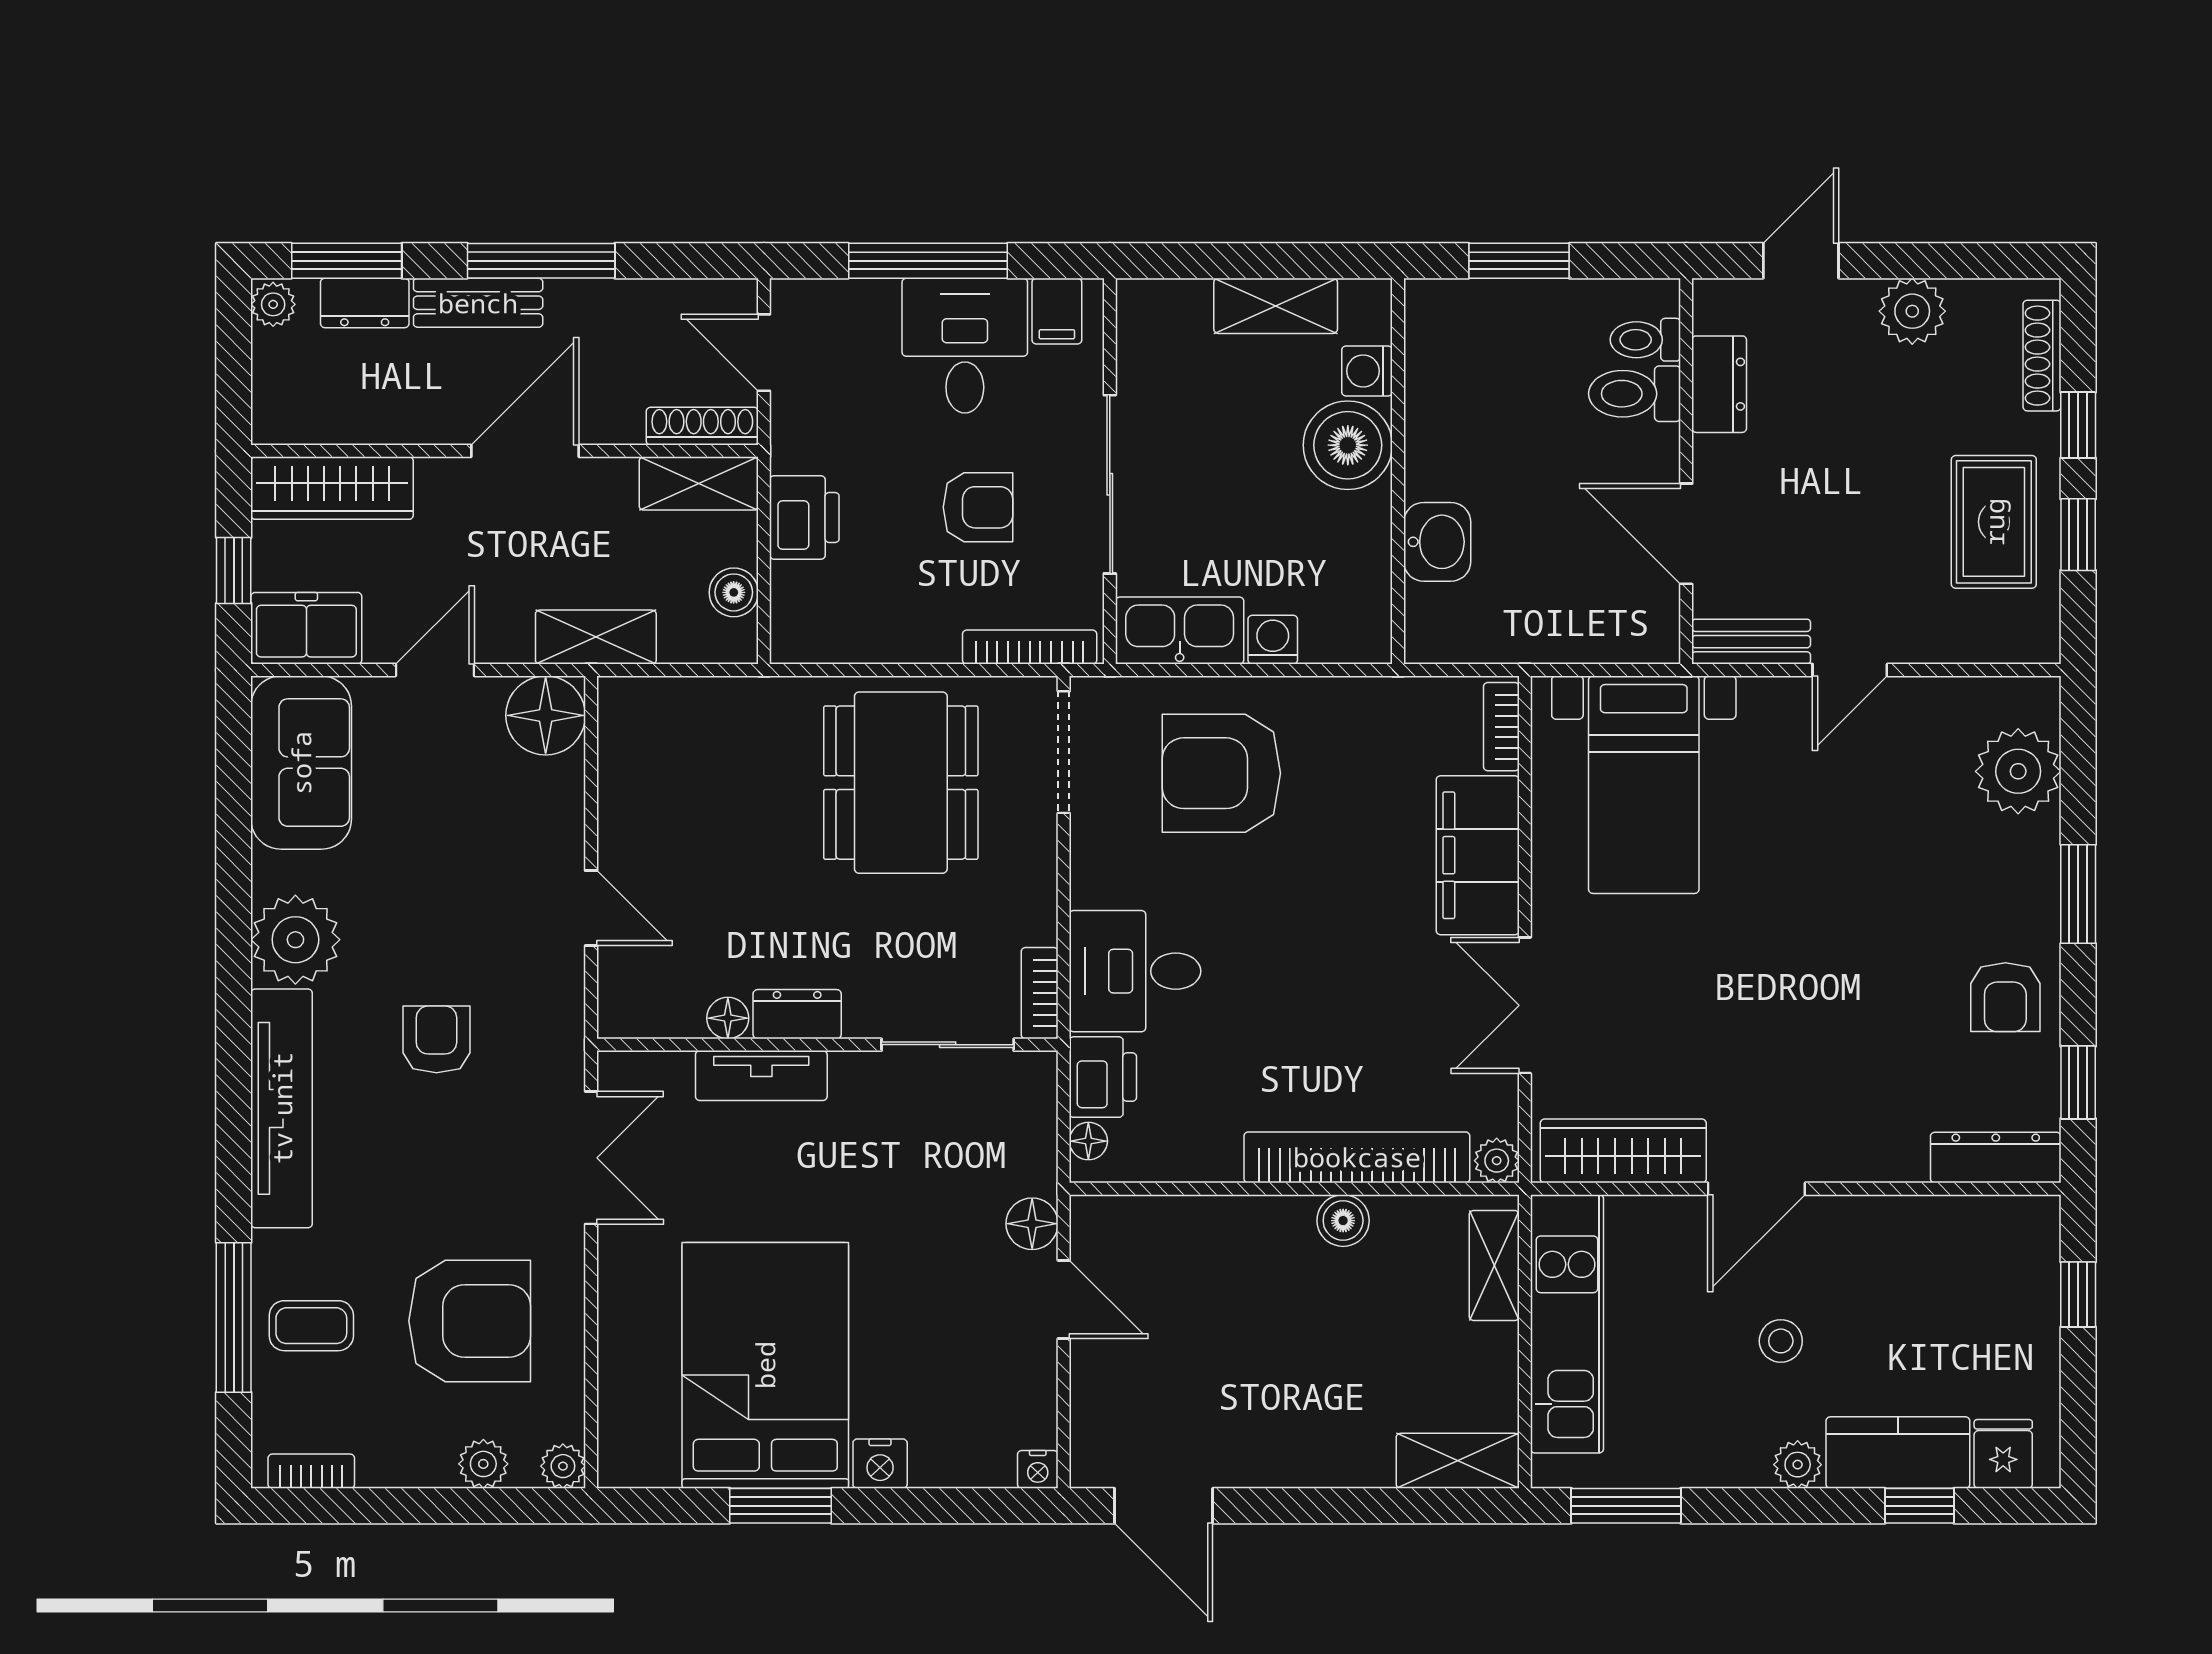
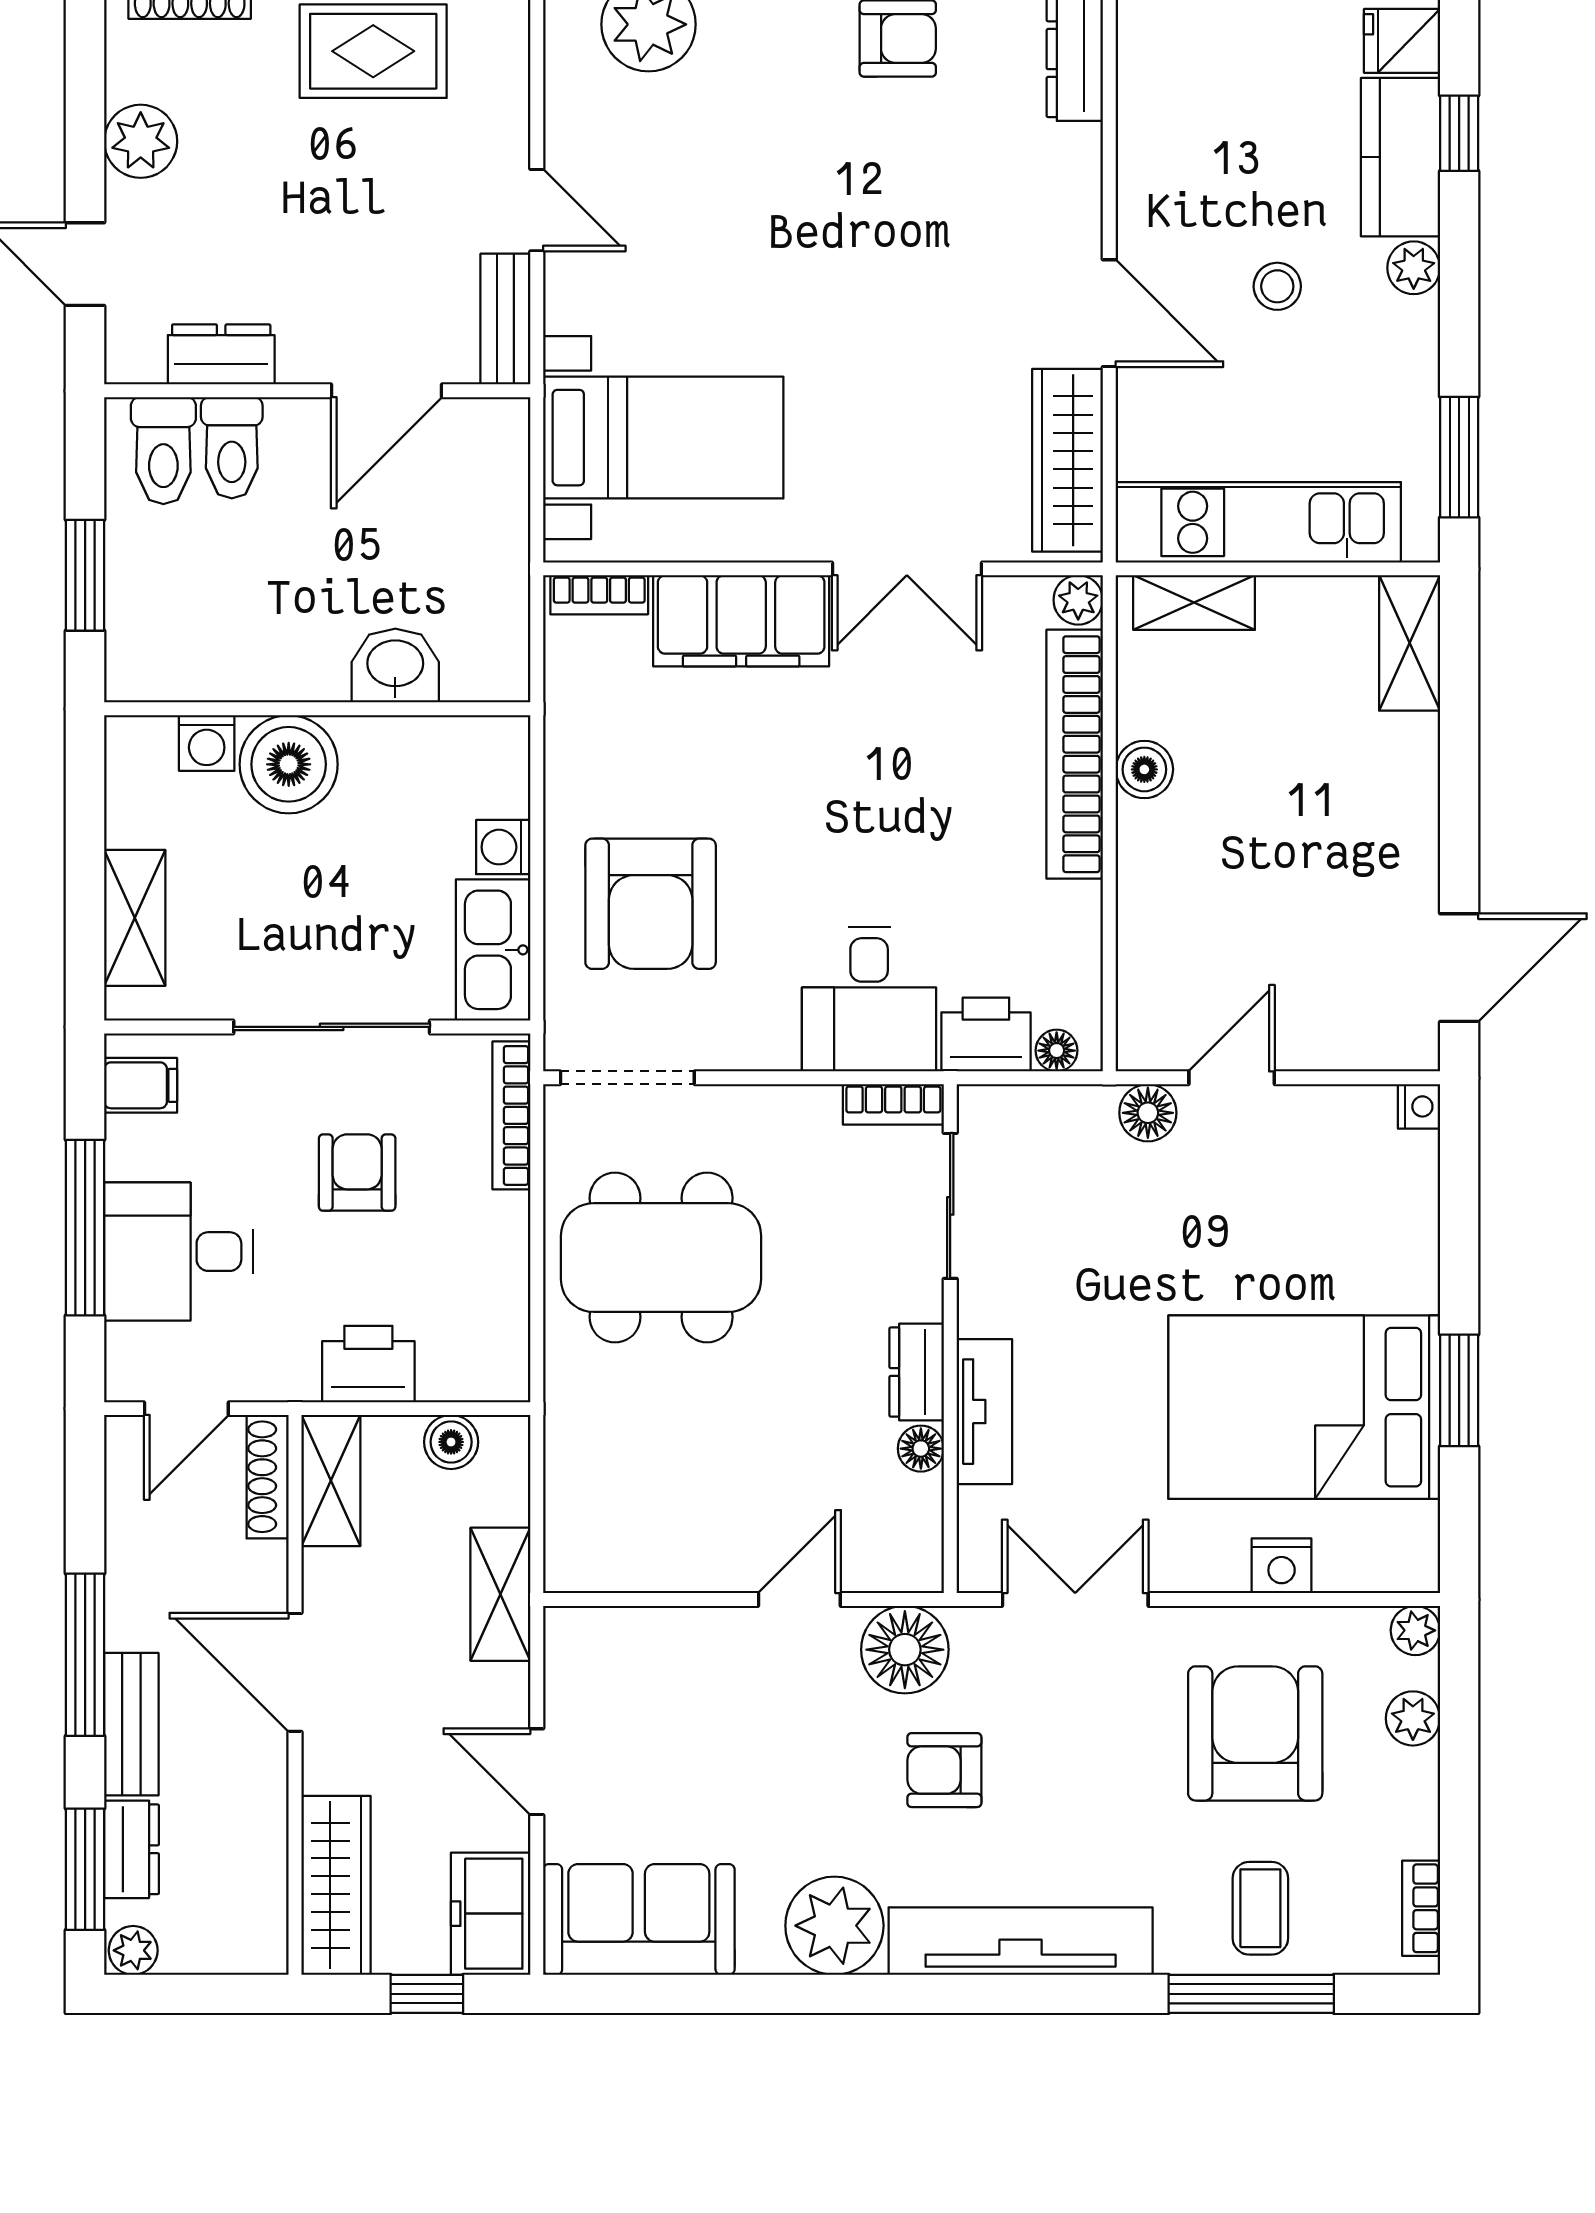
shelving: (1276, 306) -> (135, 918), moved
toilet: (1645, 340) -> (163, 451), width x1.37, depth x1.39
desk: (965, 346) -> (179, 1252), moved
floor lamp: (546, 715) -> (905, 1650), moved
nightstand: (880, 1464) -> (1282, 1566), moved, turned 90

